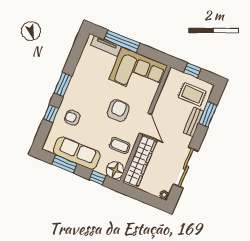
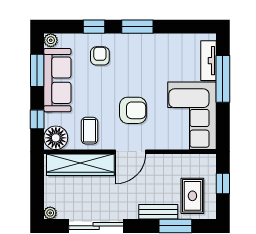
plant: (48, 146) -> (51, 40), added

